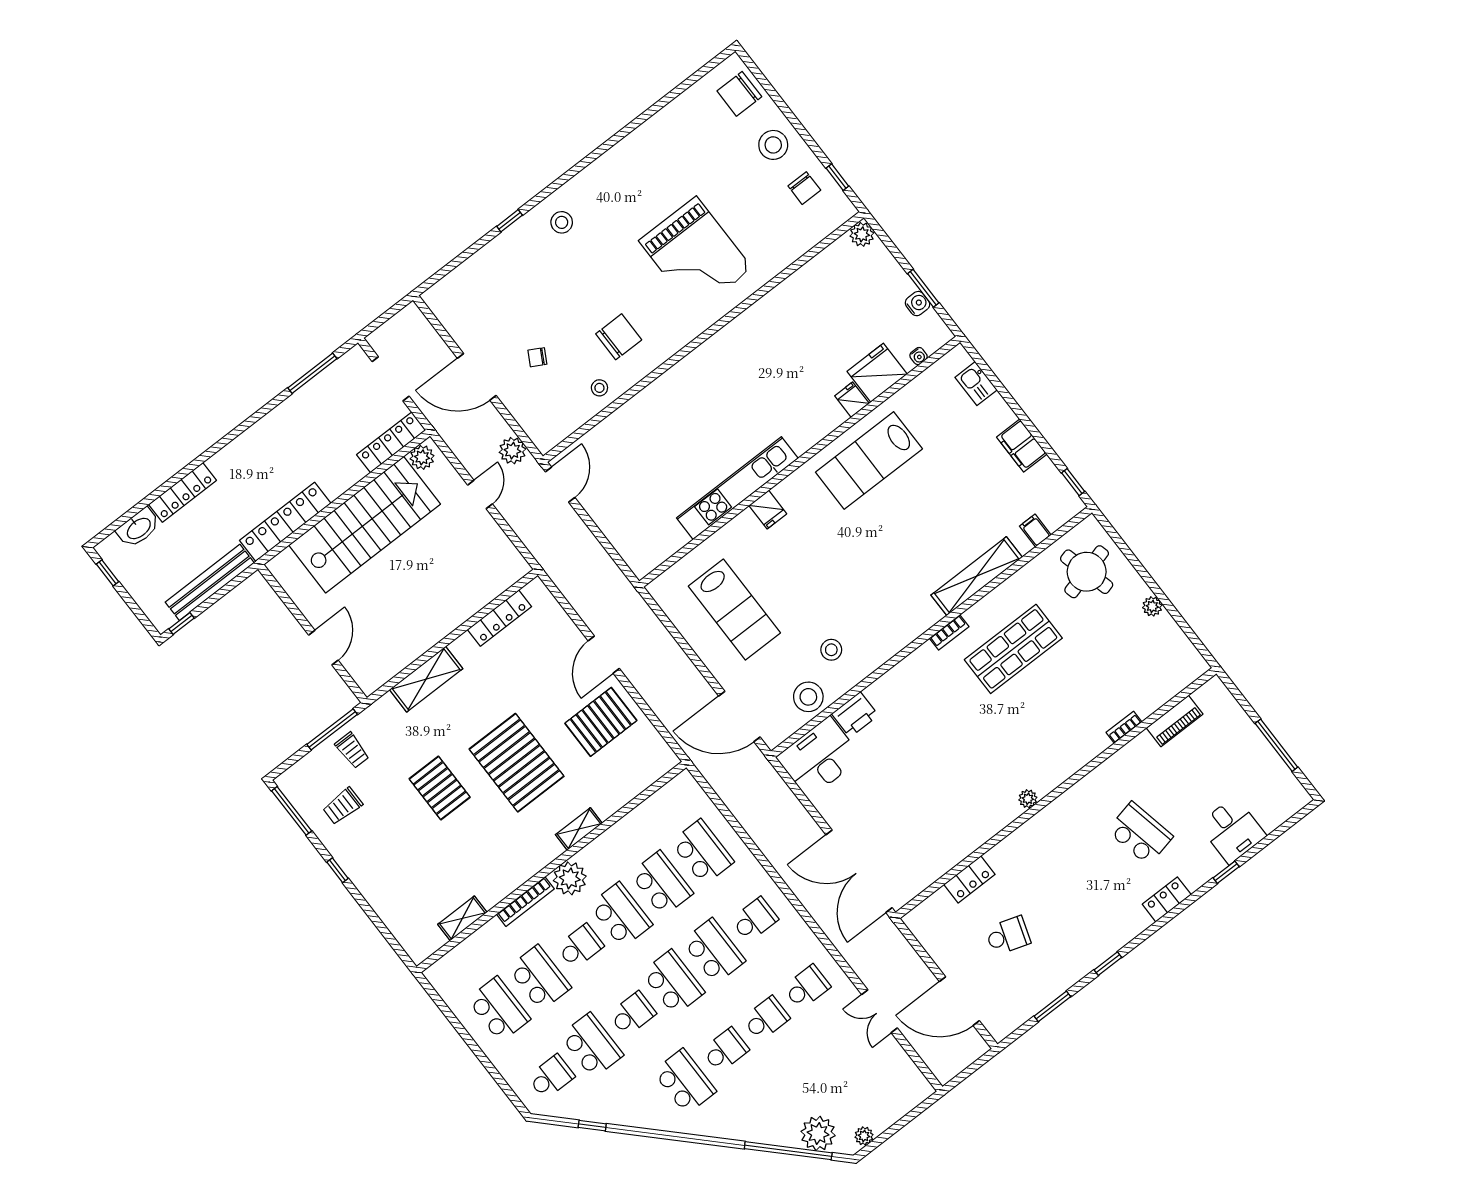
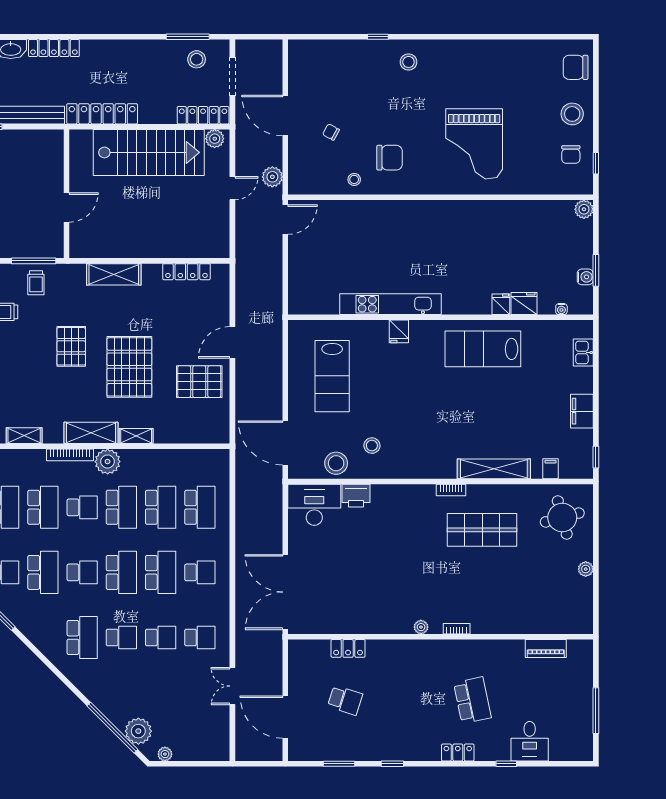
fridge: (877, 373) -> (524, 304), width x0.73, depth x0.75
stool: (340, 390) -> (197, 59), added
bookcase: (1124, 727) -> (457, 629), moved
shelving: (530, 862) -> (91, 433), added

